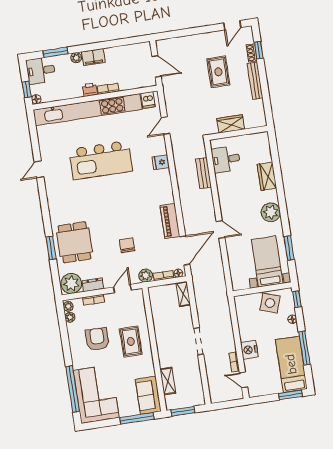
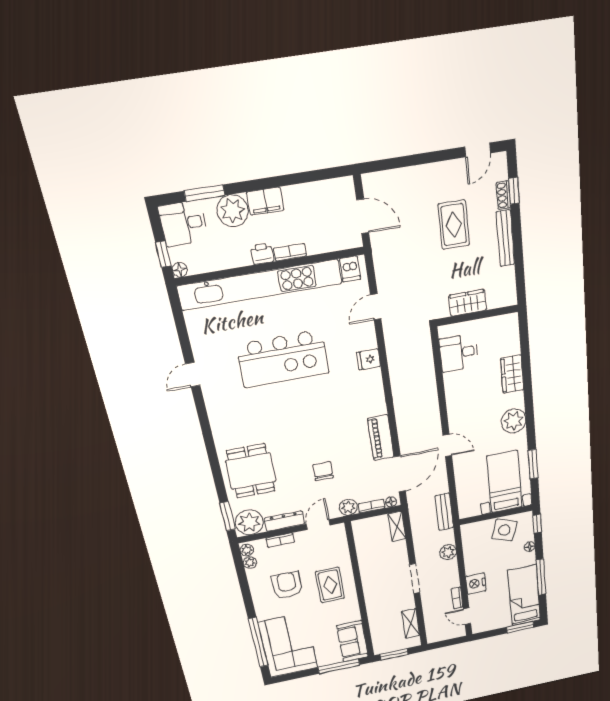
plant: (76, 58) -> (233, 211), width x1.88, depth x1.88
bench: (203, 173) -> (444, 512), moved
window: (51, 248) -> (227, 516), moved
dresser: (93, 285) -> (284, 521), width x1.44
plant: (225, 319) -> (448, 552), added
shelving: (168, 381) -> (411, 623), moved

